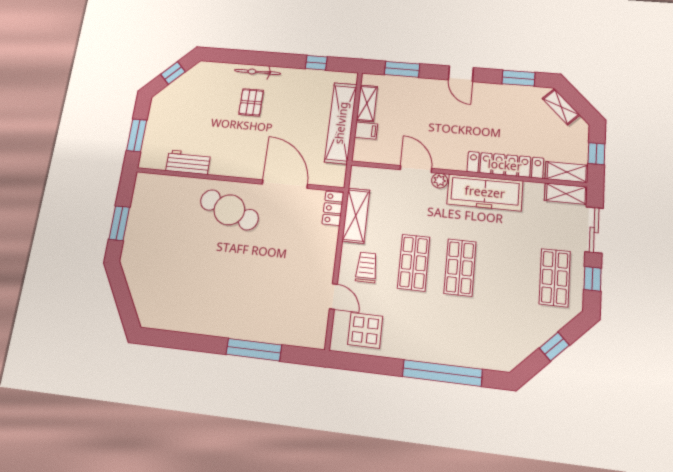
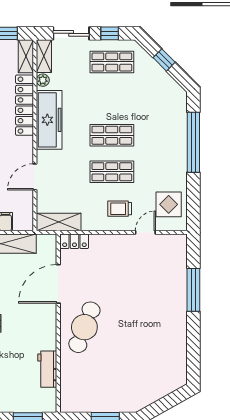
plant: (440, 181) -> (43, 80), moved
shelving: (356, 216) -> (59, 222), moved

